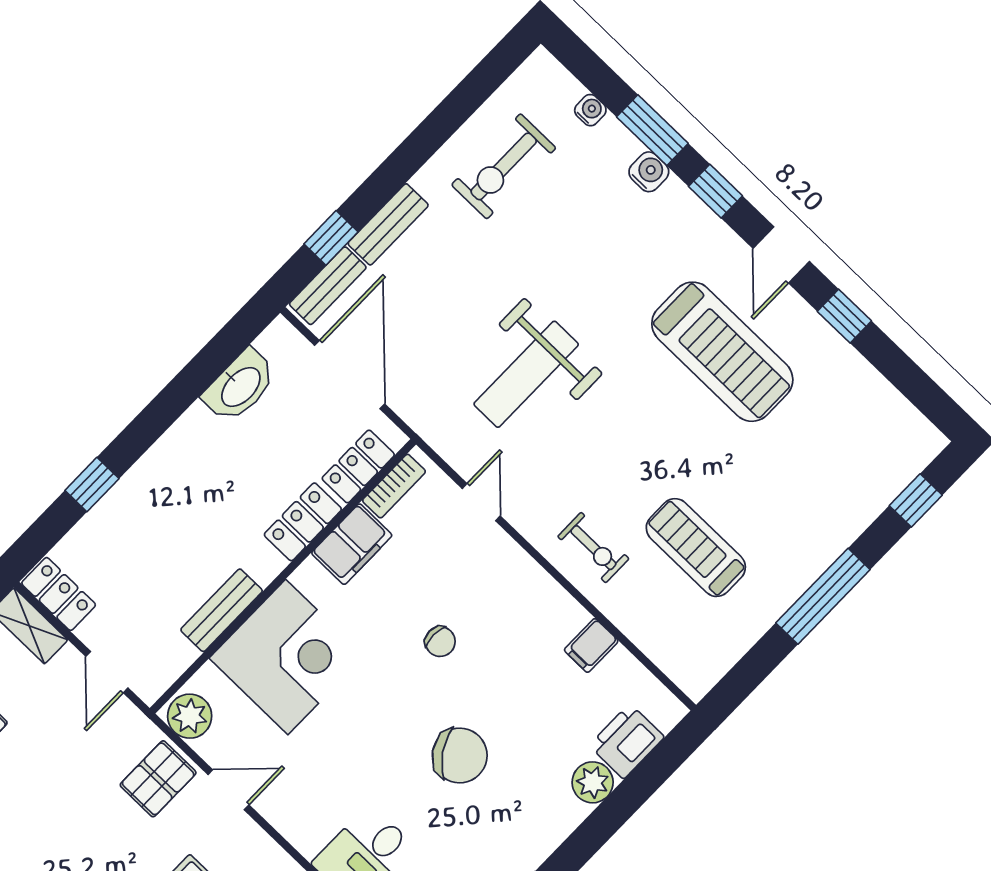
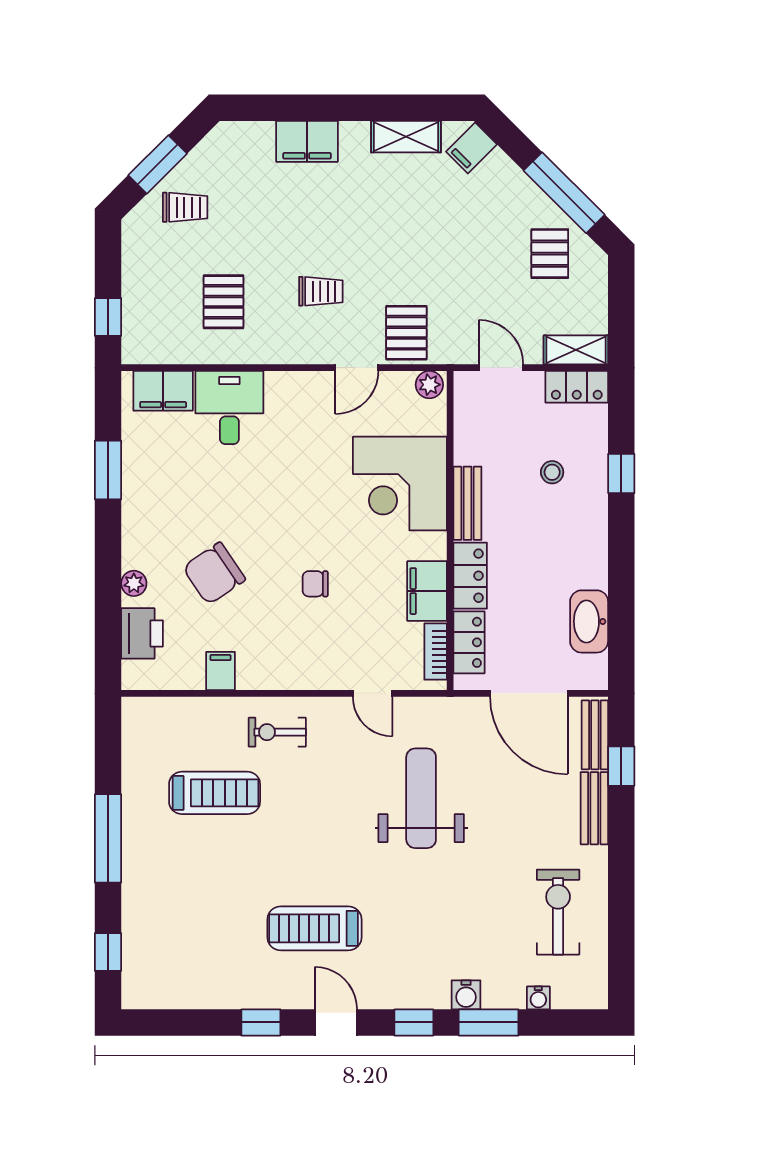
treadmill: (722, 352) -> (314, 928), width x0.73, depth x0.73
stool: (149, 542) -> (552, 472), added
bench: (222, 610) -> (467, 503), moved
plant: (190, 716) -> (429, 385), width x0.73, depth x0.73
chair: (460, 755) -> (214, 573), moved
plant: (593, 782) -> (134, 583), width x0.73, depth x0.73

